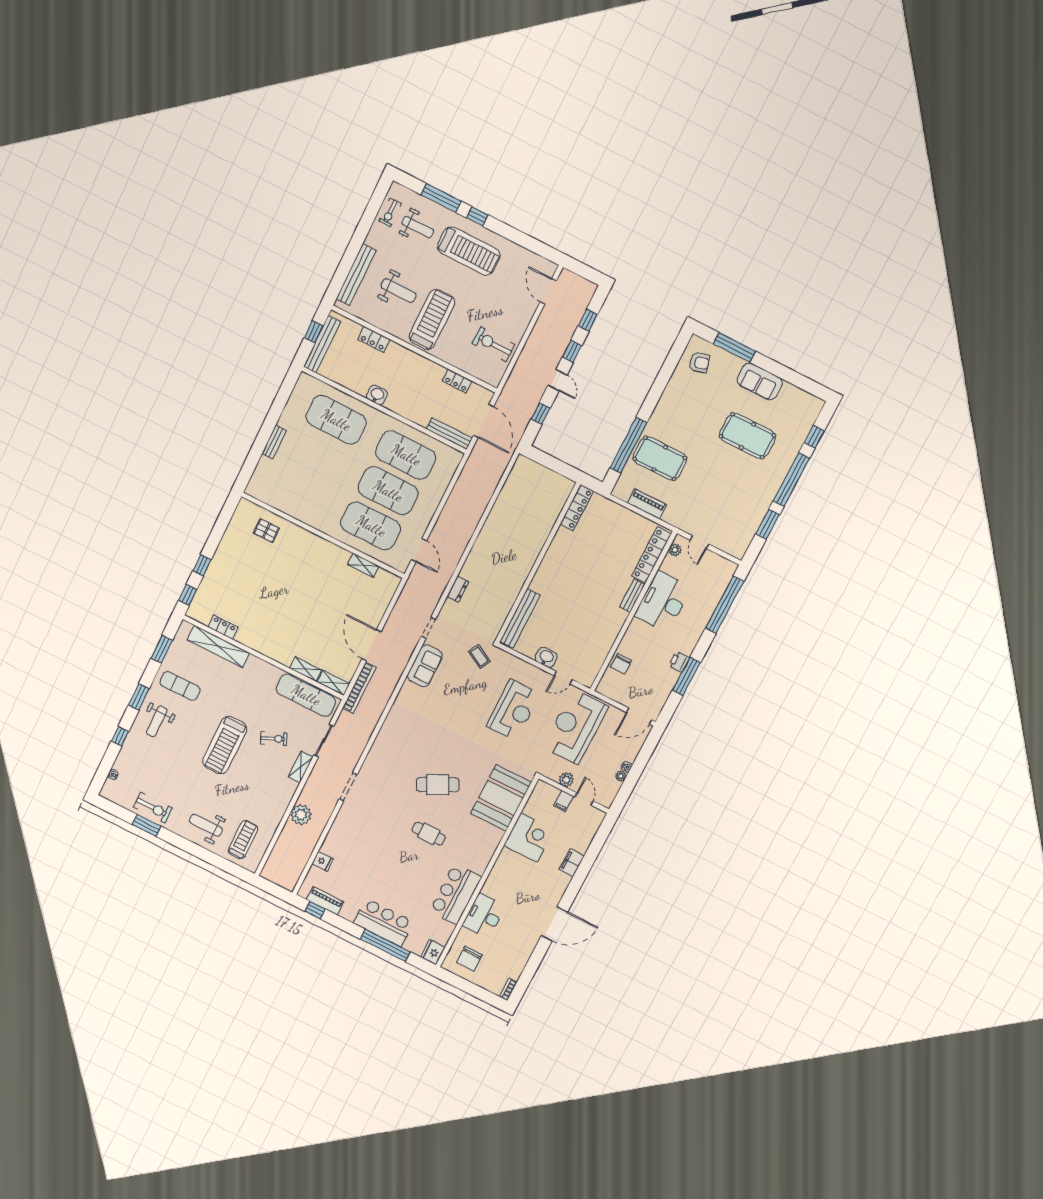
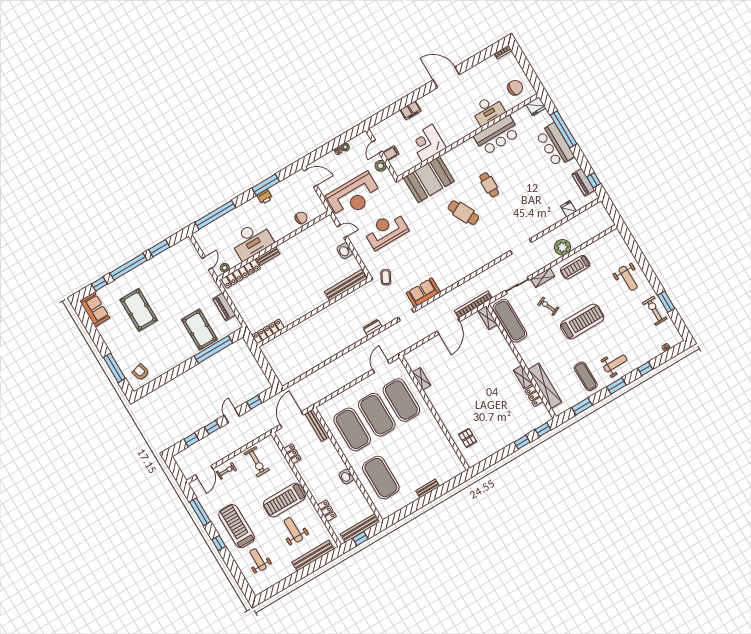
window: (441, 198) -> (200, 512), moved
exercise bike: (390, 212) -> (226, 471), moved
sofa: (760, 381) -> (95, 309), moved
shelving: (306, 669) -> (523, 377), moved
treadmill: (243, 840) -> (575, 267), moved

